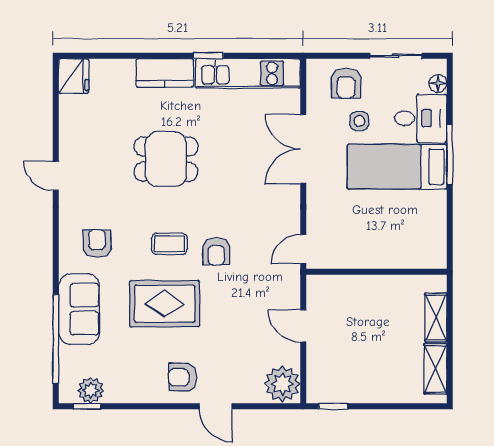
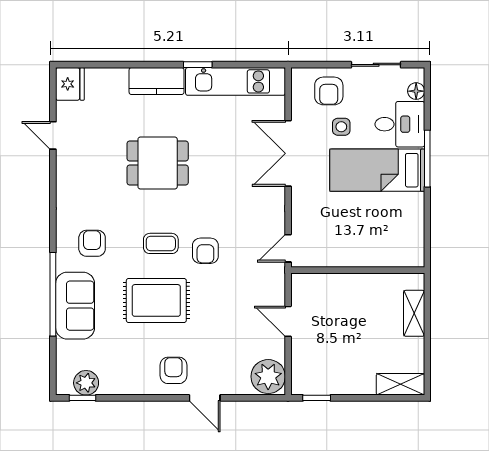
door: (56, 176) -> (53, 135), moved
window: (56, 339) -> (53, 294), moved
shelving: (435, 369) -> (400, 384), moved, turned 90
armchair: (183, 377) -> (173, 370), turned 90

